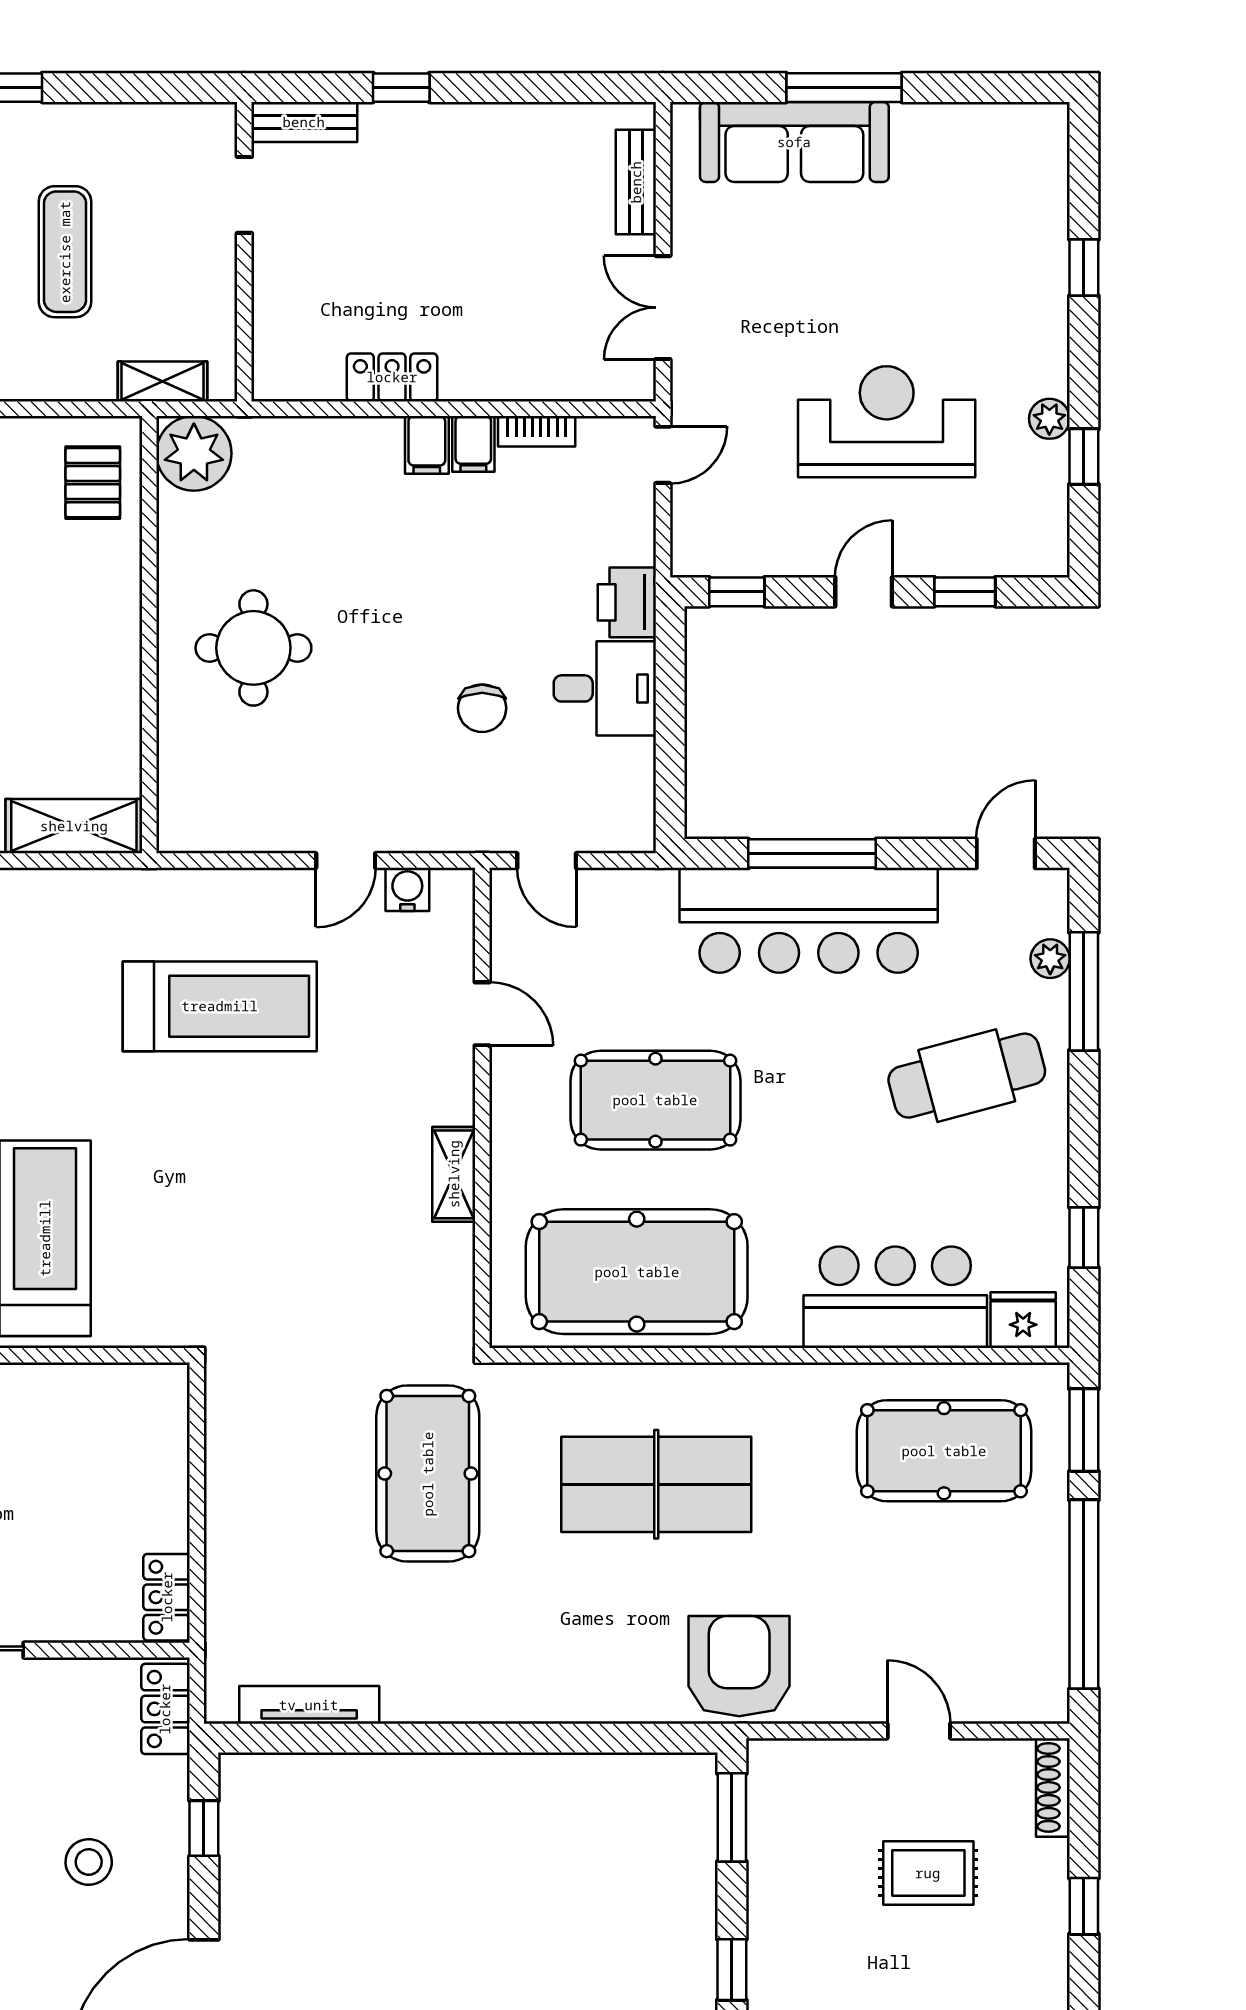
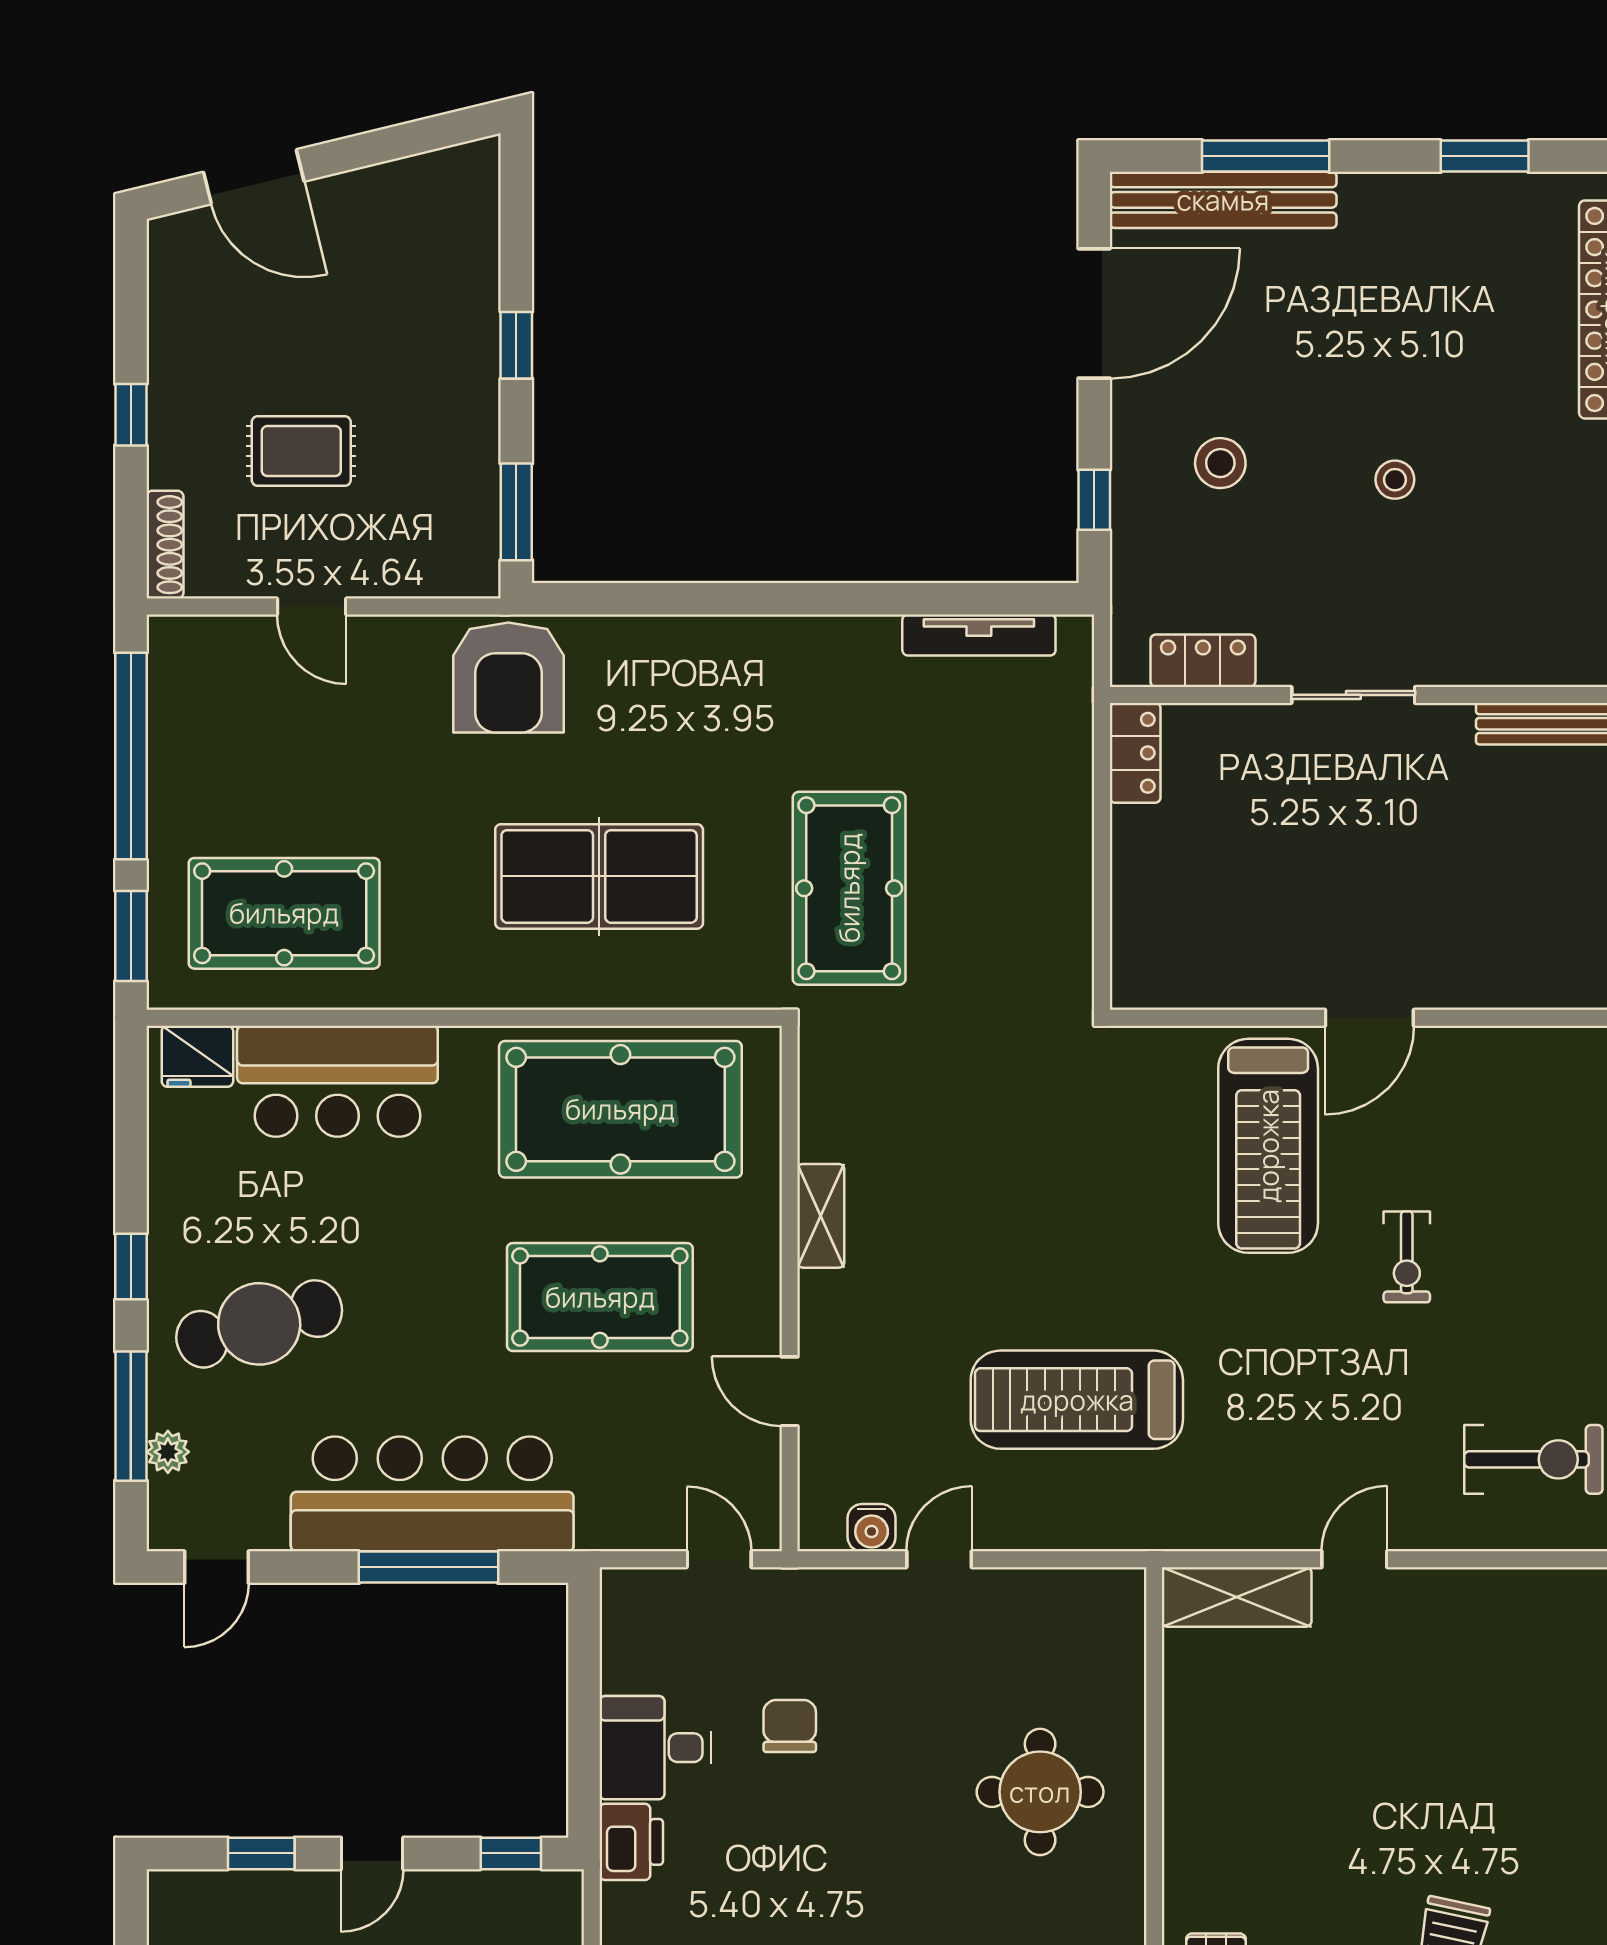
window: (1084, 1238) -> (131, 1267), moved
locker: (165, 1709) -> (1203, 661), moved, turned -90

